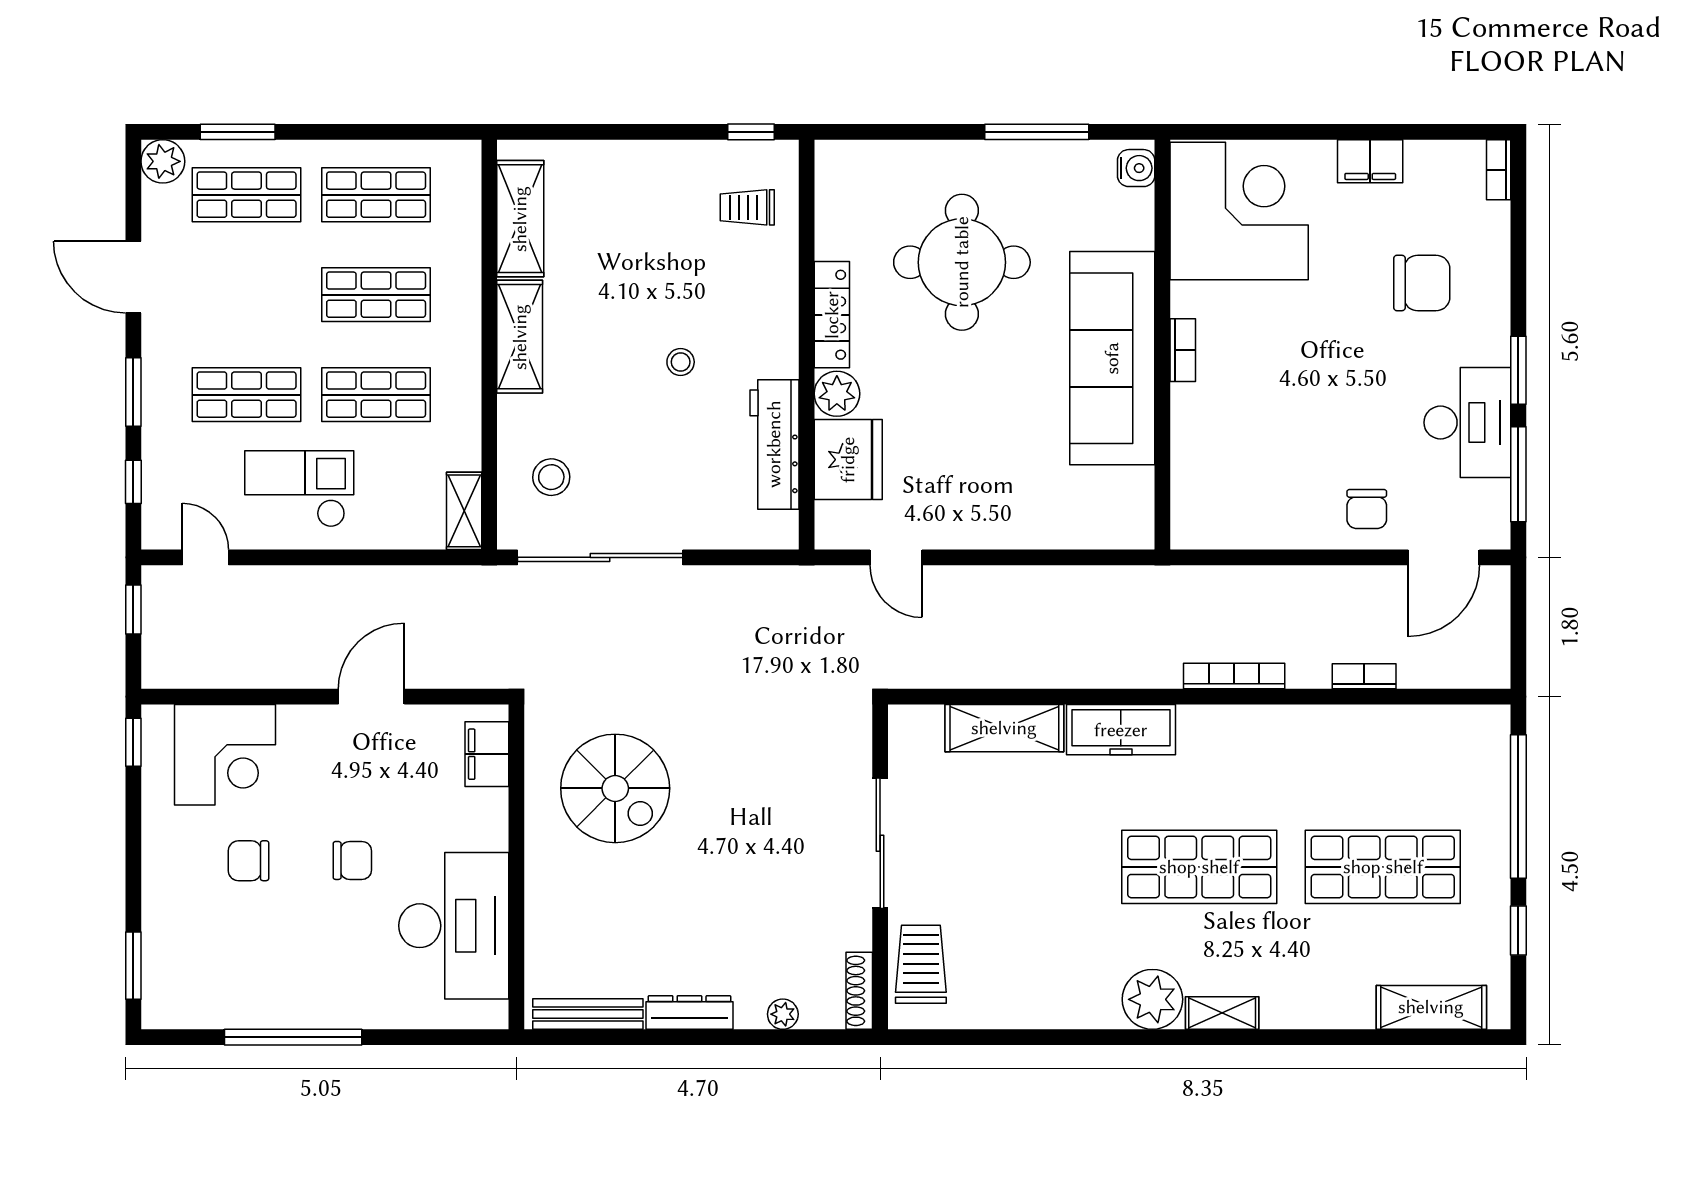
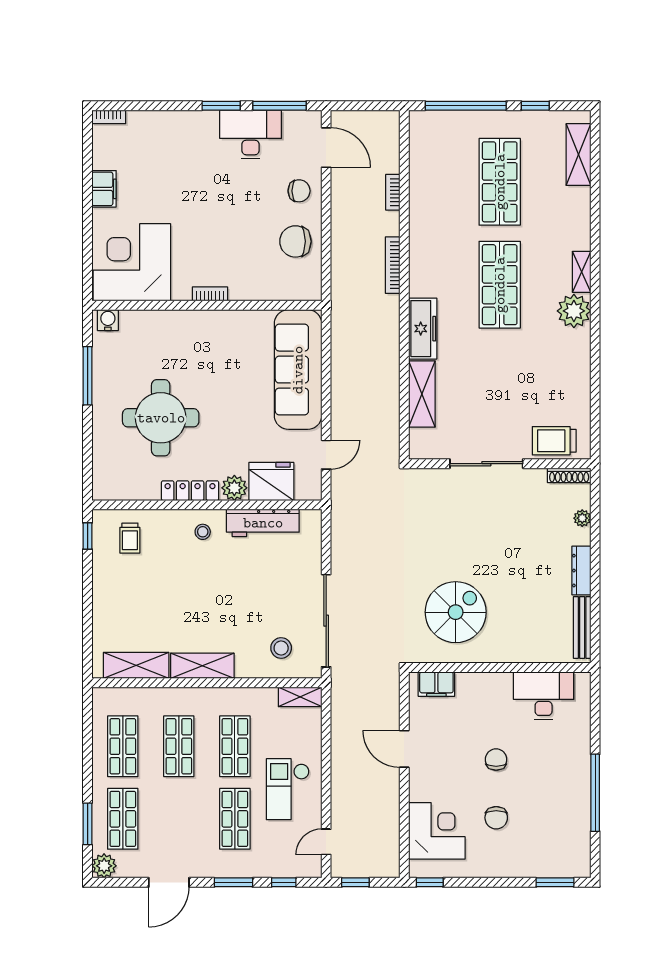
chair: (1422, 283) -> (295, 241), moved, turned -90
sofa: (1112, 358) -> (298, 370), moved, turned 90
stool: (681, 362) -> (203, 532), moved
desk: (454, 926) -> (544, 696), width x0.73, depth x0.77

